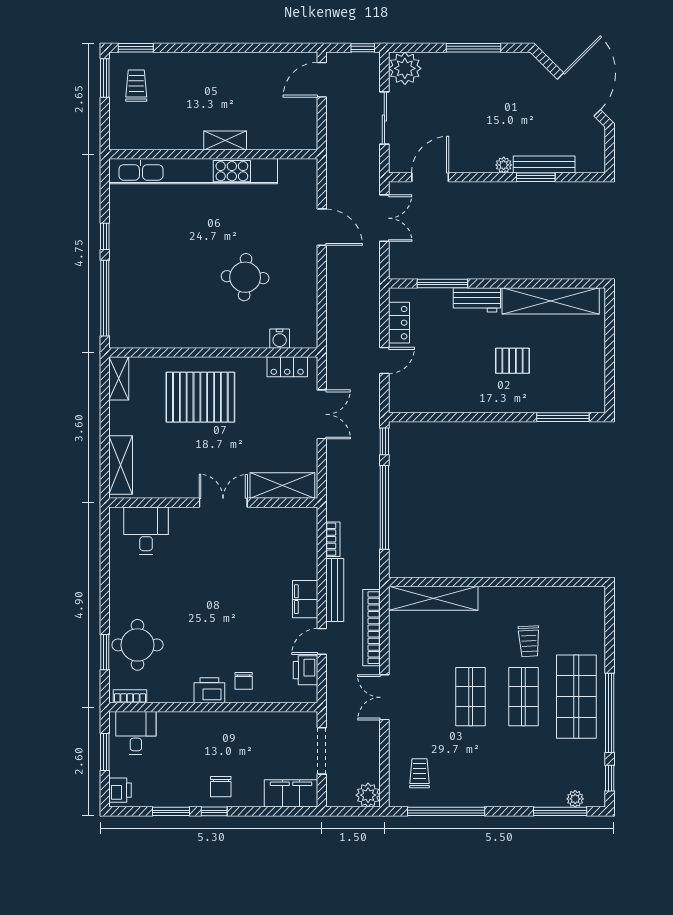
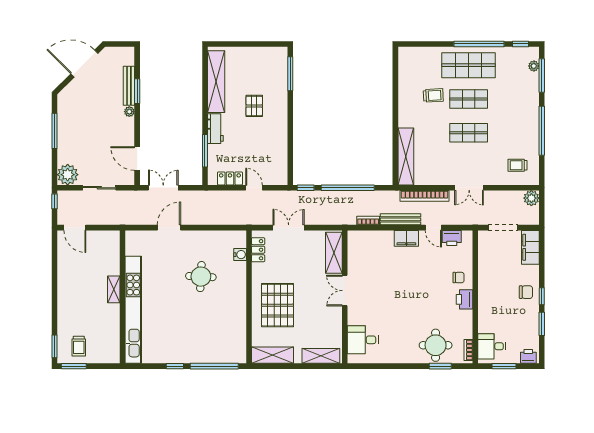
trolley: (136, 86) -> (79, 346), turned -90
shelving: (119, 378) -> (272, 355), width x1.50, depth x1.33
window: (446, 811) -> (542, 131), moved

